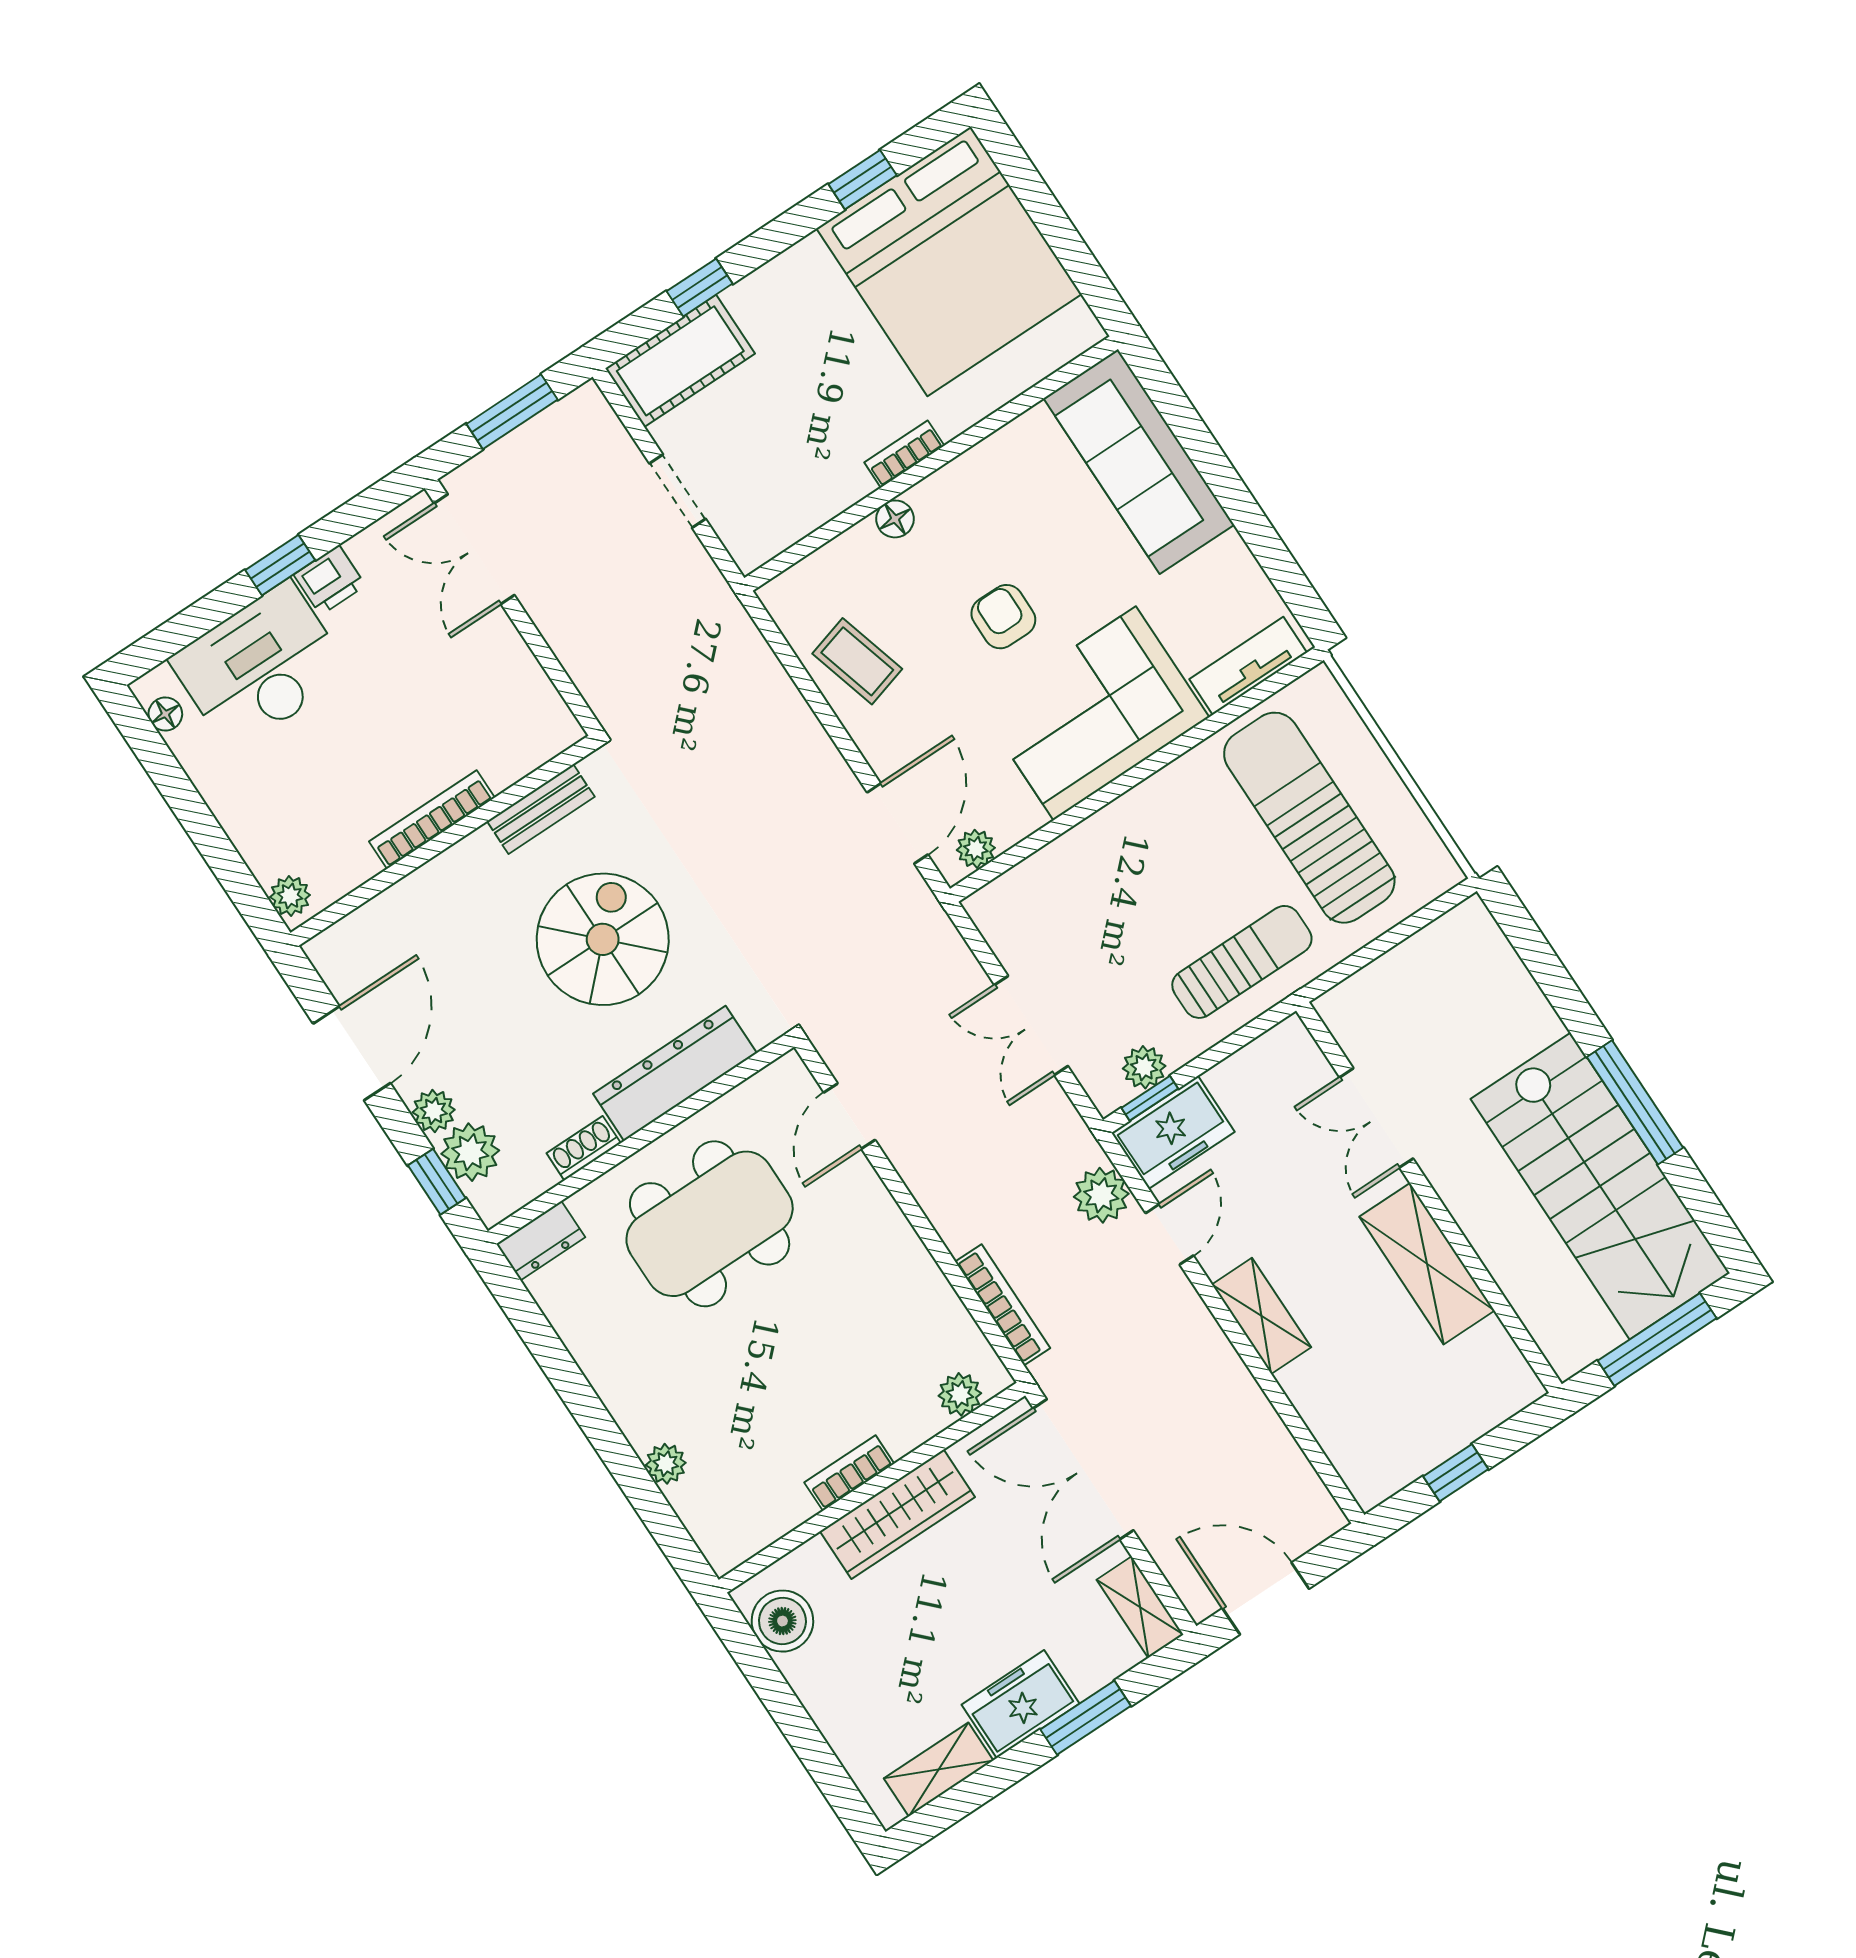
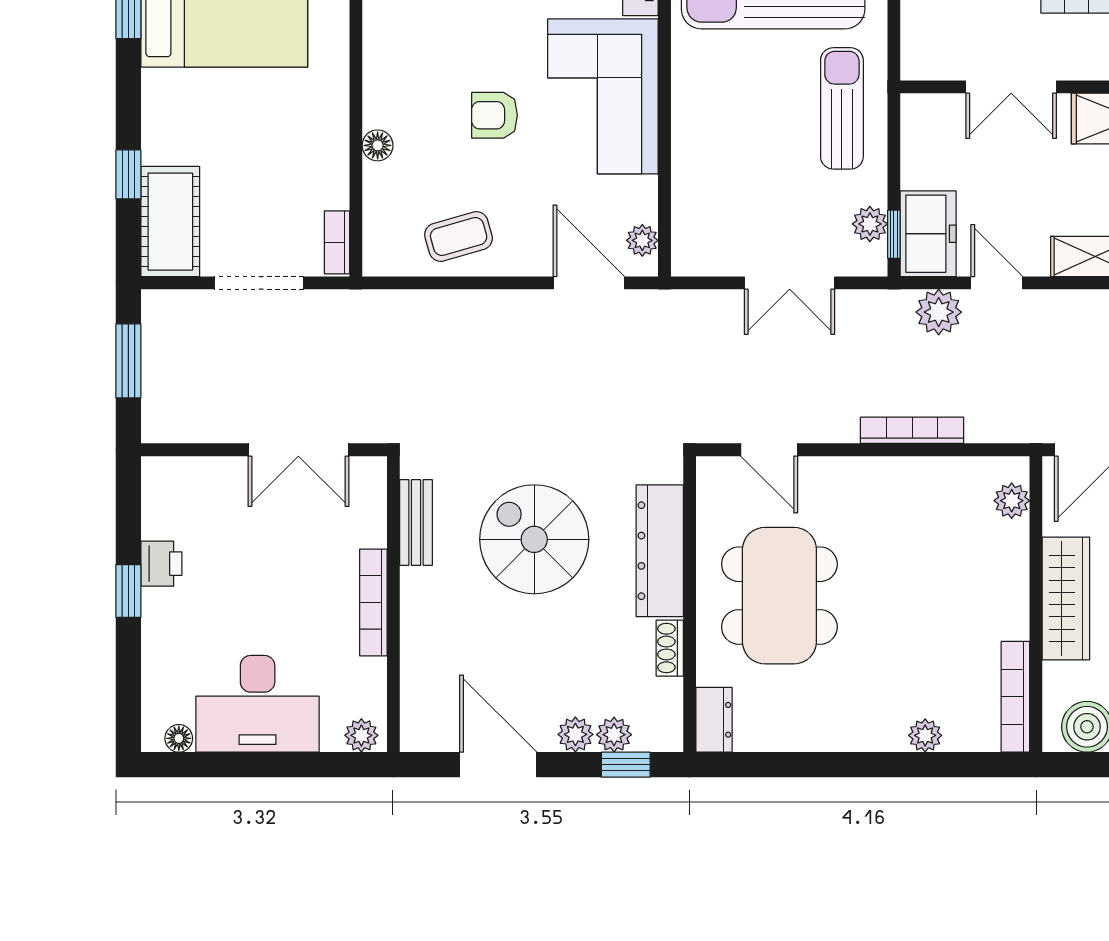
bookcase: (904, 454) -> (337, 242), moved
doorway: (678, 491) -> (259, 283), width x1.38
double door: (474, 549) -> (298, 450), moved
desk: (260, 667) -> (258, 704), moved, turned -90
plant: (470, 1152) -> (614, 735), width x0.73, depth x0.73
bookcase: (1003, 1305) -> (912, 430), moved
bookcase: (849, 1473) -> (1015, 697), moved, width x1.56

